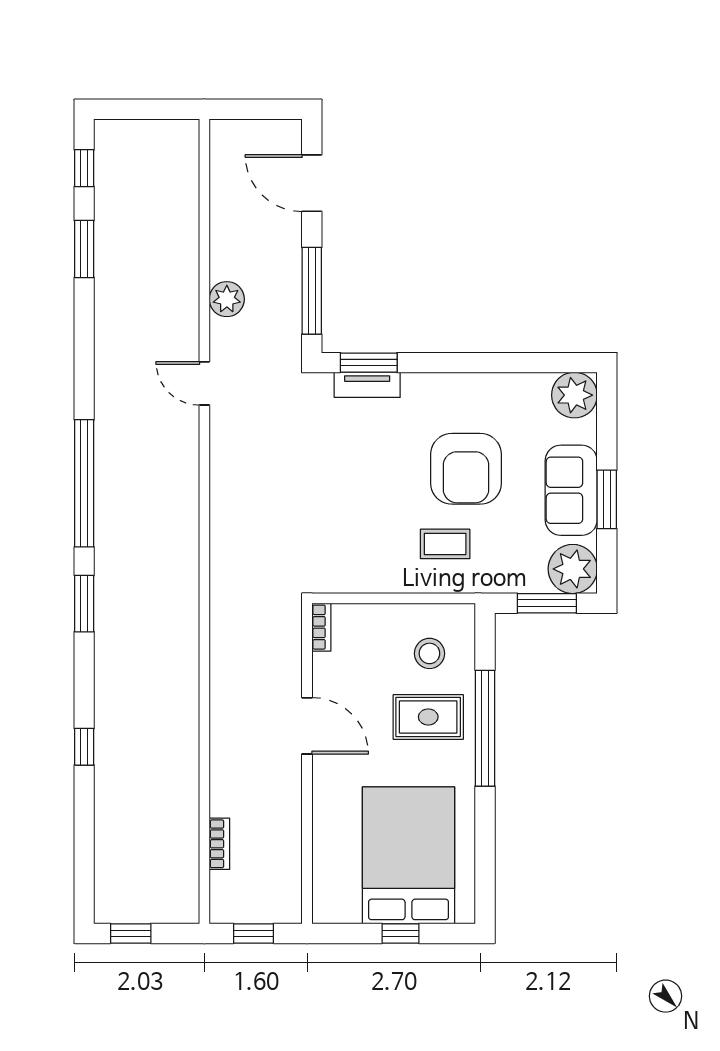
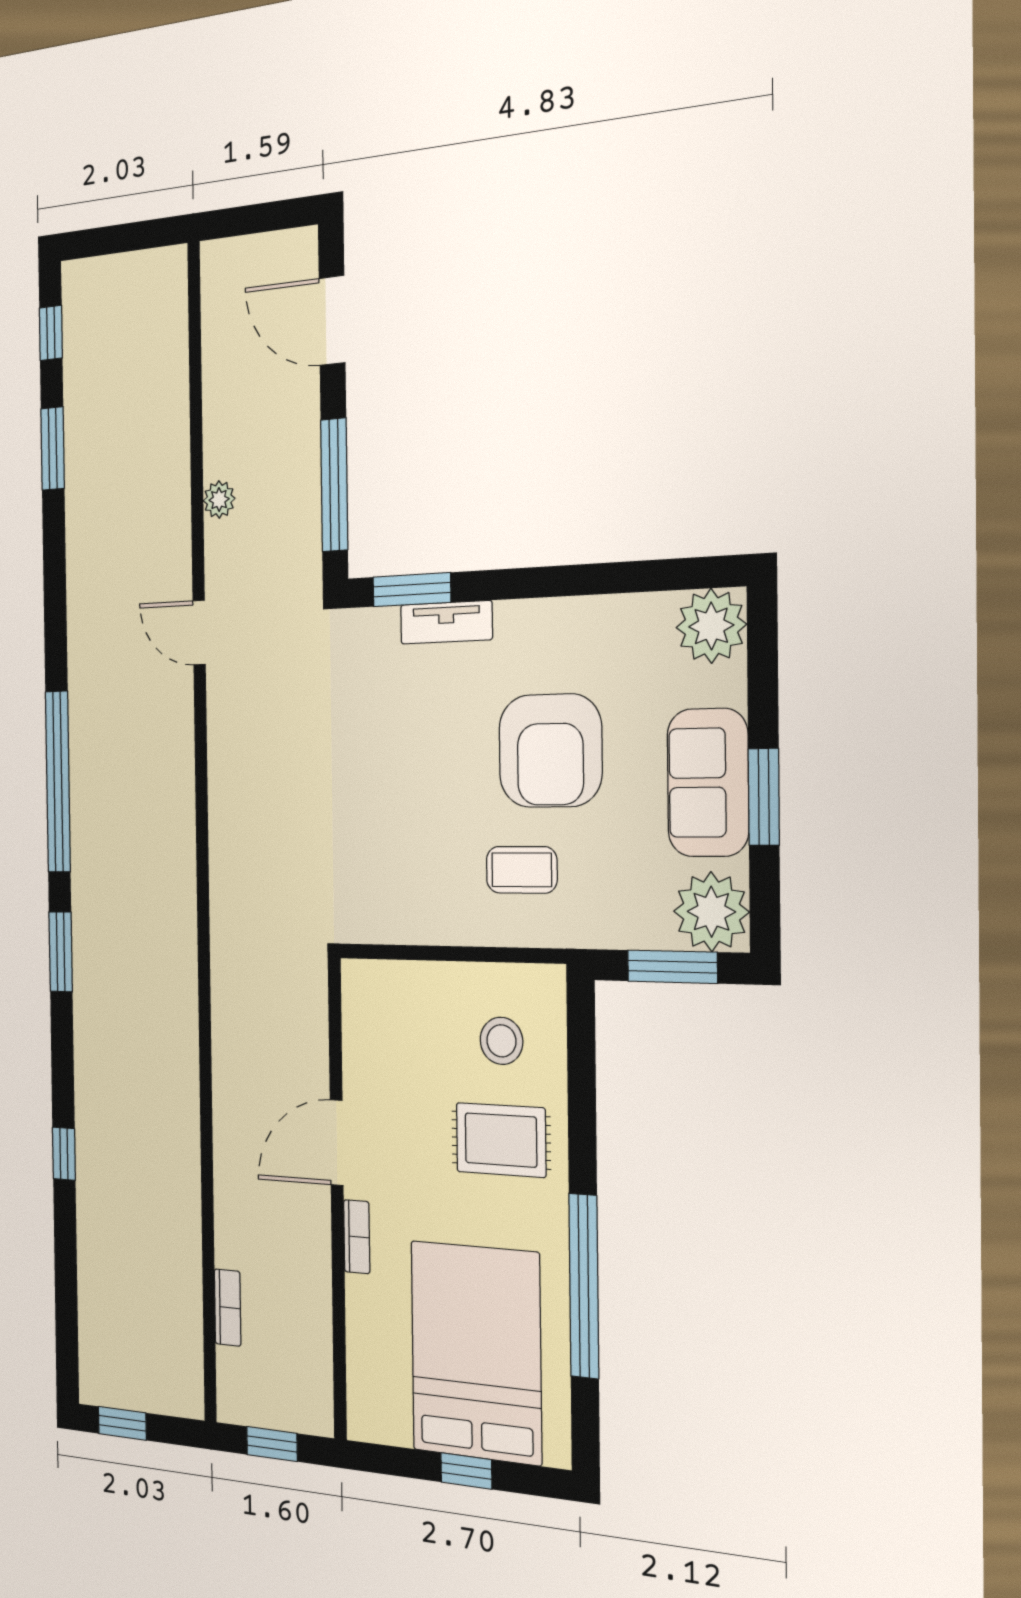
plant: (227, 299) -> (219, 500), width x0.73, depth x0.73
tv unit: (367, 385) -> (446, 622), moved
bookcase: (321, 627) -> (357, 1237), moved
door: (307, 726) -> (337, 1143), swing flipped
window: (485, 728) -> (584, 1286), moved

